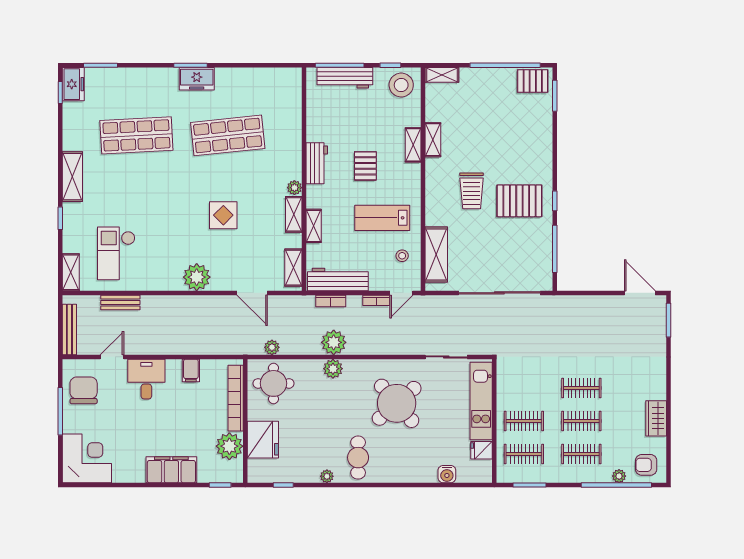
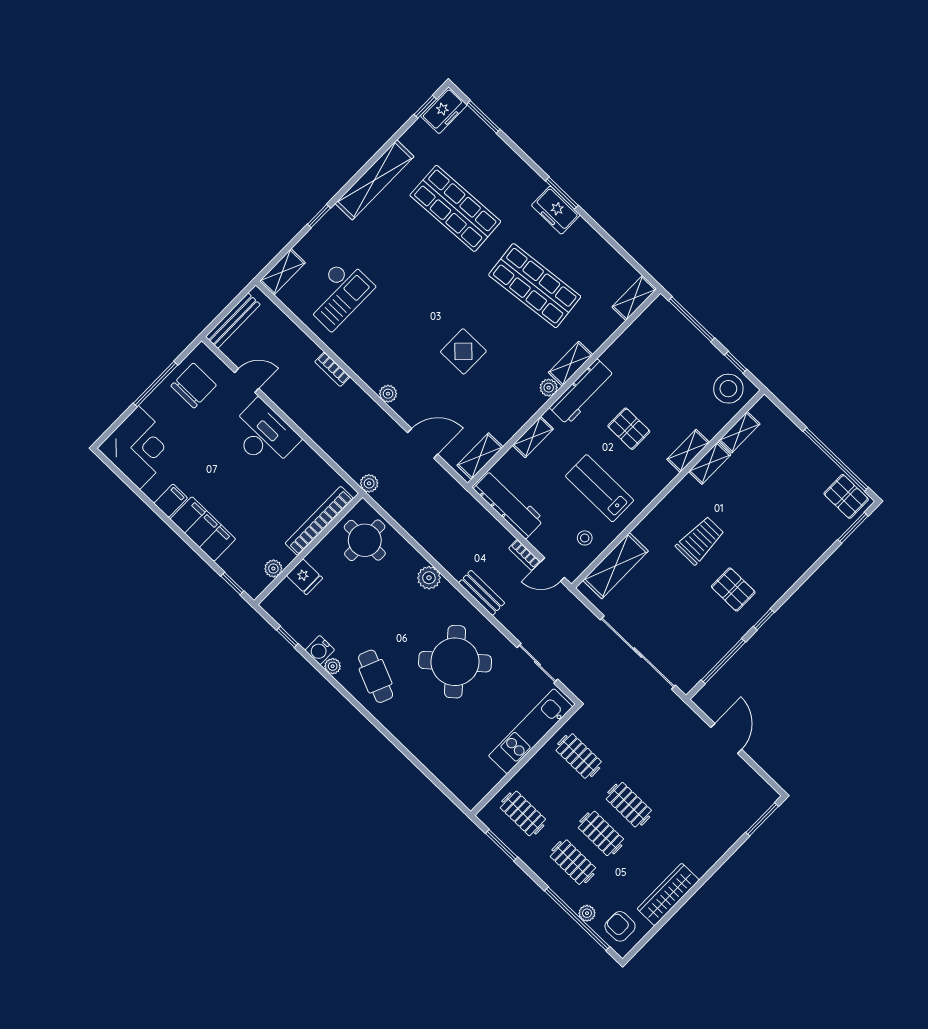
shelving: (442, 75) -> (739, 432), moved, turned 90
workbench: (345, 78) -> (686, 335), removed
shelving: (294, 86) -> (634, 298), added
workbench: (317, 163) -> (582, 392), width x1.38
pallet: (365, 166) -> (629, 429), turned 90
shelving: (72, 177) -> (375, 180), width x1.47
trolley: (472, 191) -> (700, 540), turned 180
pallet: (519, 201) -> (733, 589), width x0.67, depth x0.71
shelving: (294, 214) -> (571, 364), moved
checkout: (116, 253) -> (338, 294), turned 180
plant: (197, 277) -> (388, 394), width x0.53, depth x0.53
door: (252, 293) -> (423, 443), swing flipped
door: (640, 293) -> (726, 738), moved
bookcase: (331, 301) -> (332, 369), moved
bench: (120, 302) -> (482, 593), moved
plant: (334, 342) -> (452, 555), removed
plant: (272, 347) -> (369, 483), moved
filing cabinet: (191, 370) -> (171, 501), moved, turned 180
desk: (146, 379) -> (264, 435), width x1.37
wardrobe: (656, 418) -> (668, 894), width x1.50
clothes rail: (524, 421) -> (579, 756), moved
fridge: (263, 440) -> (305, 577), width x0.53, depth x0.75
plant: (229, 446) -> (273, 568), width x0.53, depth x0.53
fridge: (481, 450) -> (489, 774), removed
cafe table: (358, 458) -> (376, 676), turned -67
water cooler: (447, 474) -> (320, 650), moved

